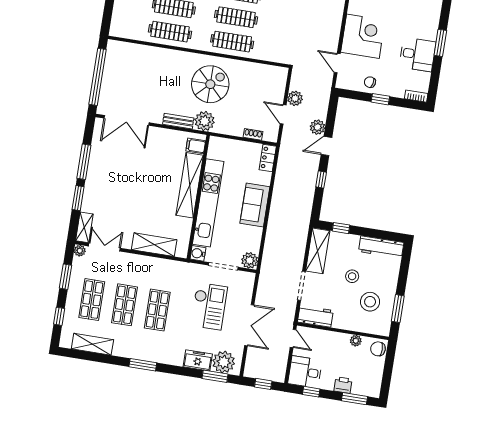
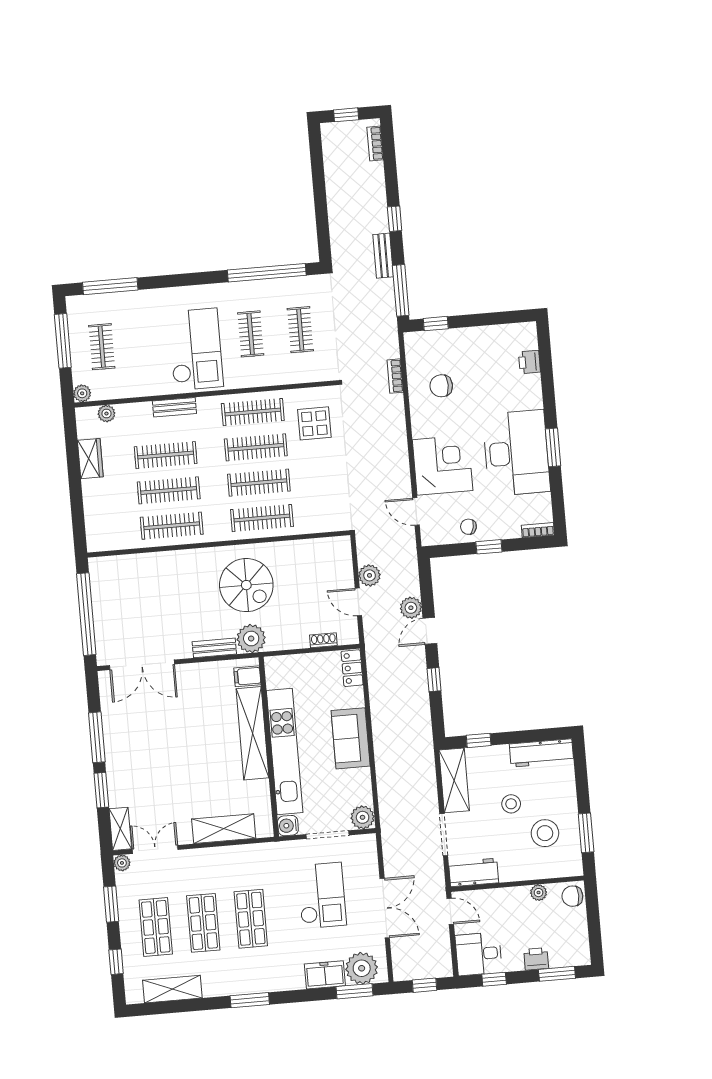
desk: (417, 54) -> (516, 453), width x1.87, depth x1.30
spiral stairs: (210, 84) -> (246, 585), turned 90

